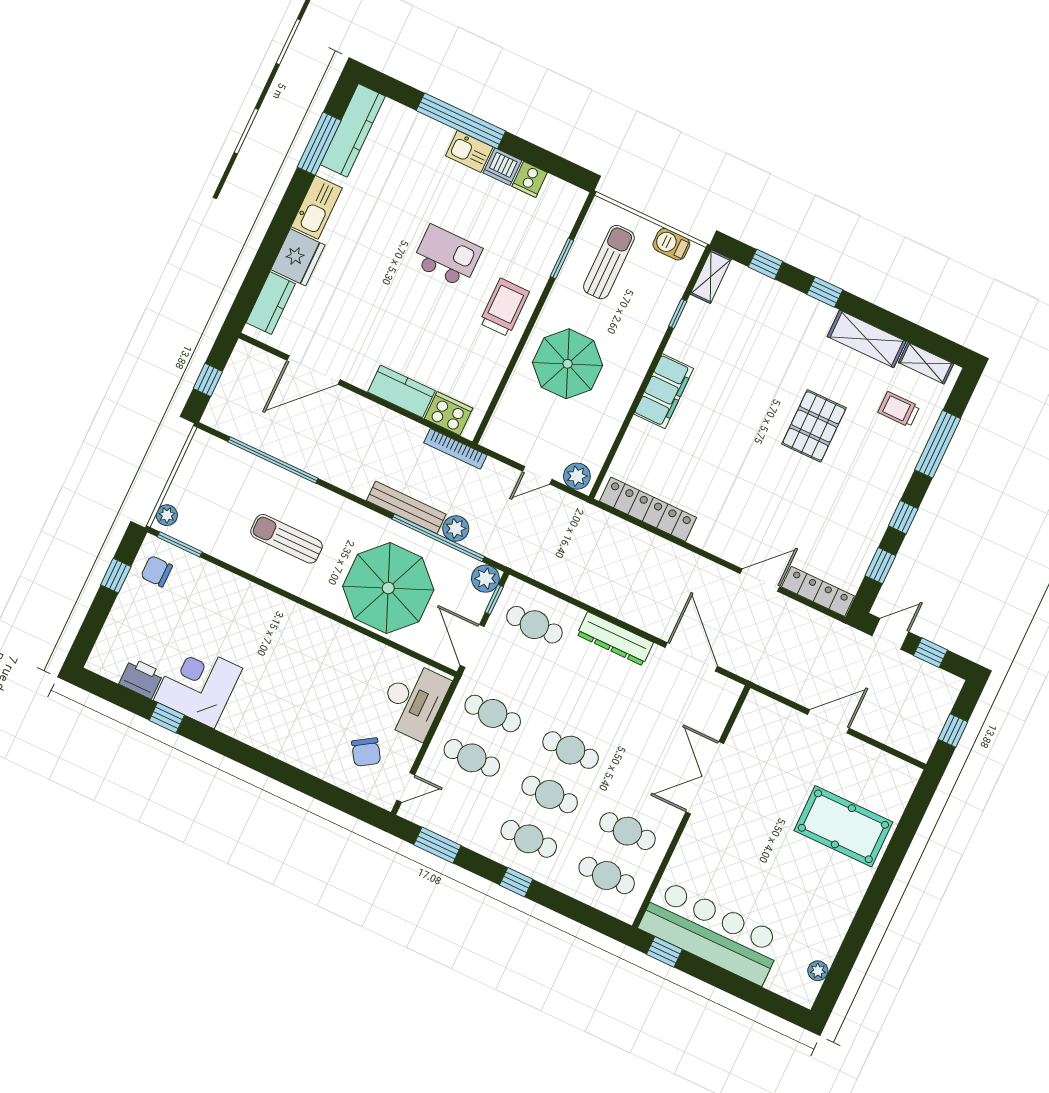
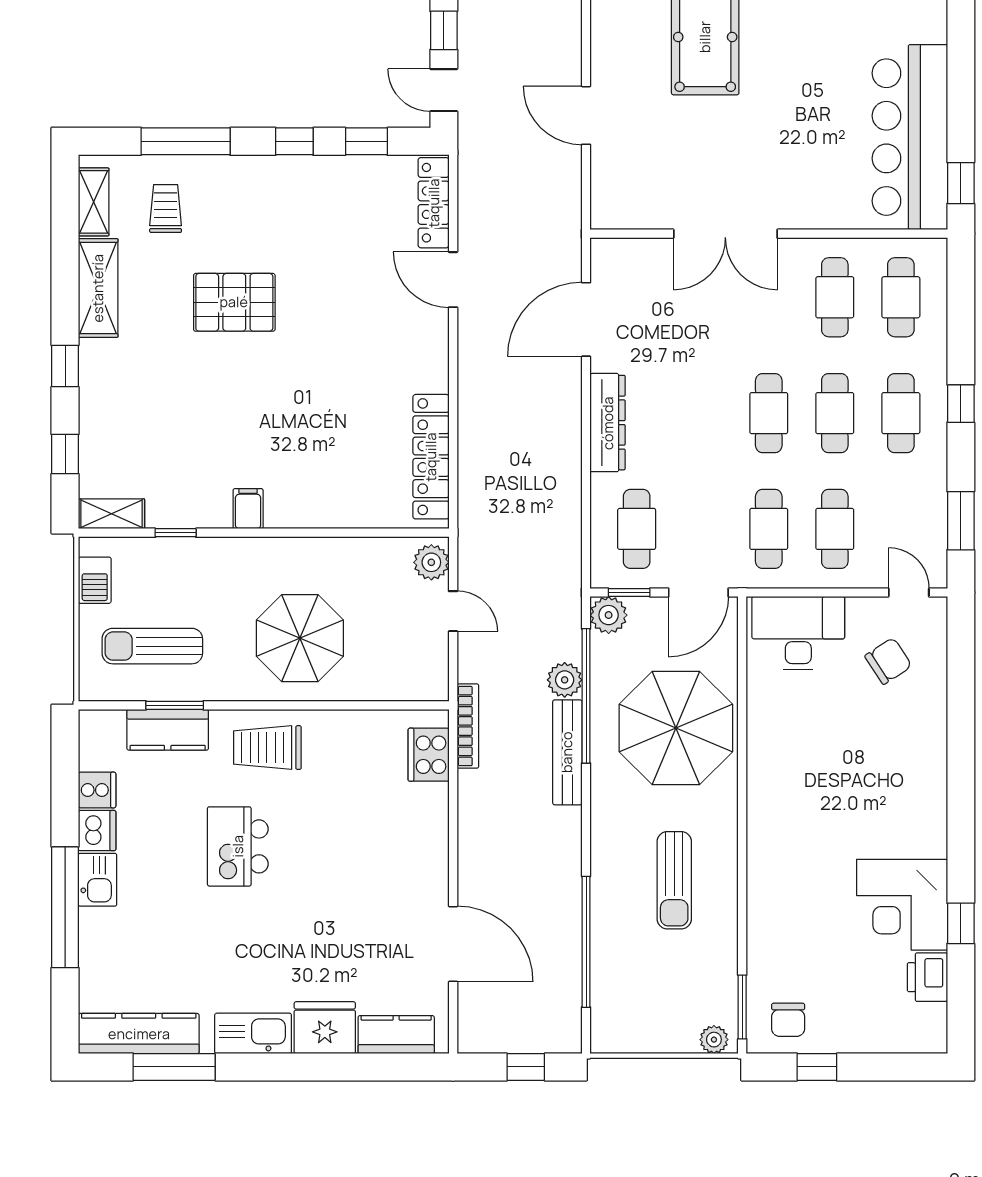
kitchen counter: (401, 391) -> (168, 730), moved, turned -90
filing cabinet: (664, 391) -> (248, 509), width x0.33, depth x0.86
trolley: (899, 409) -> (166, 209), turned 180

